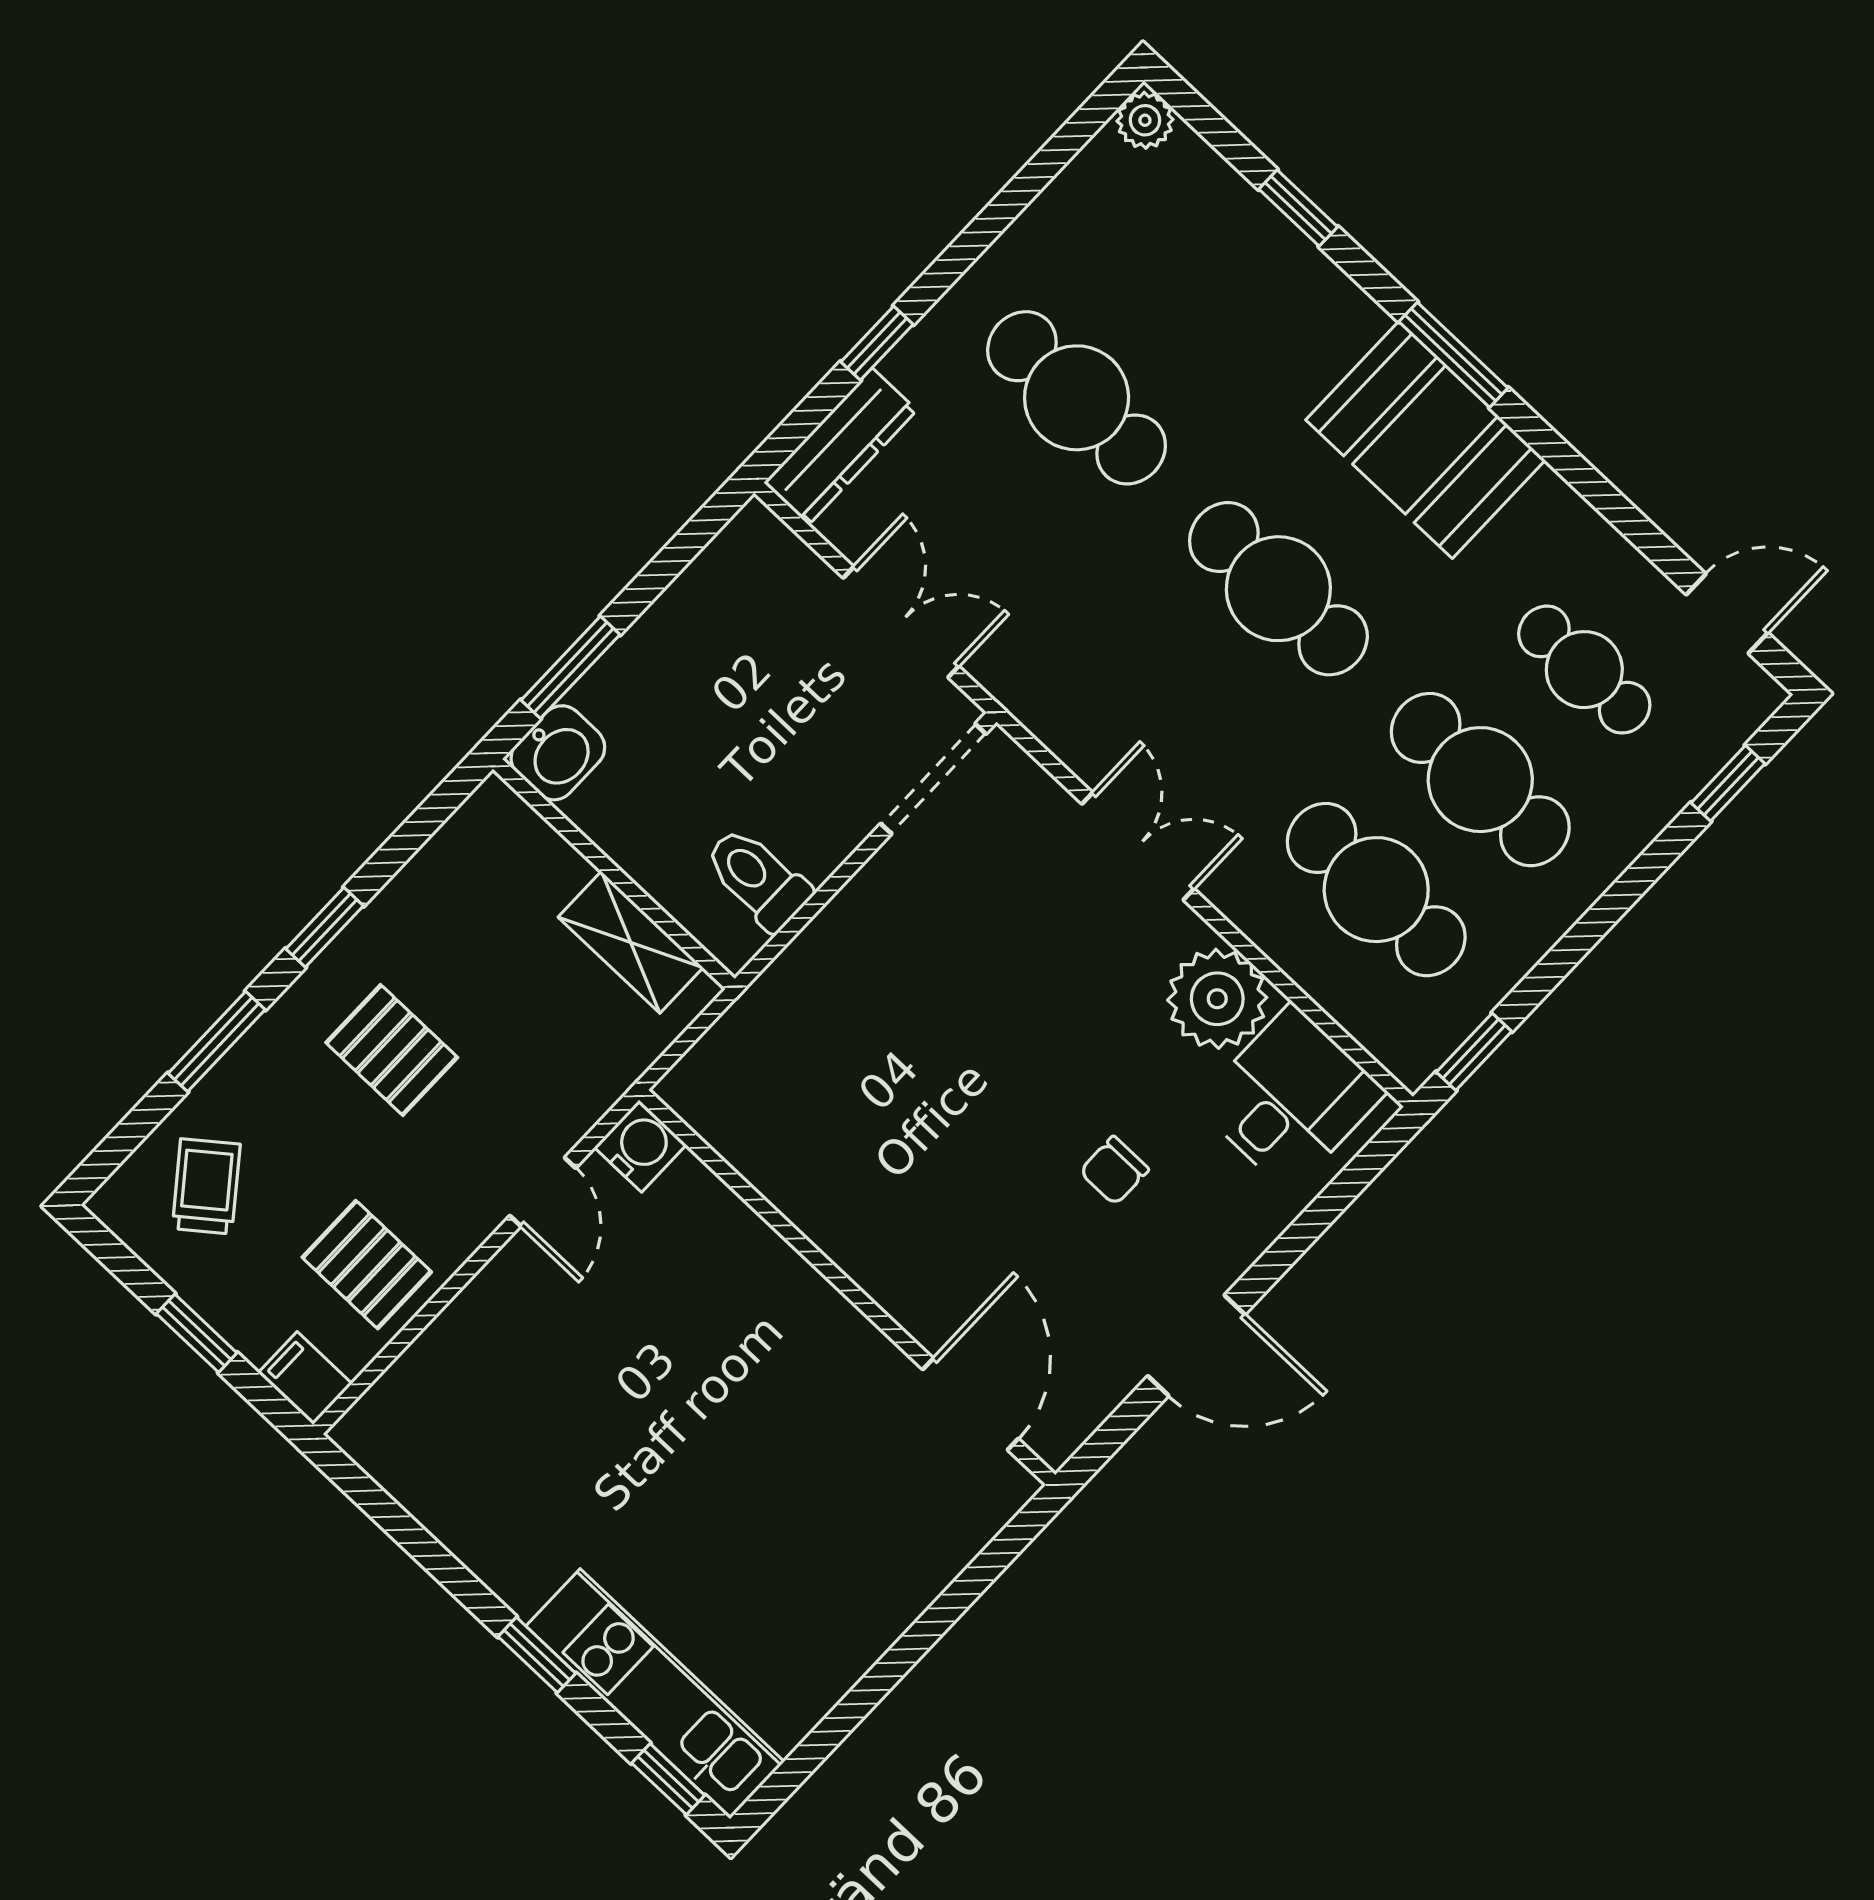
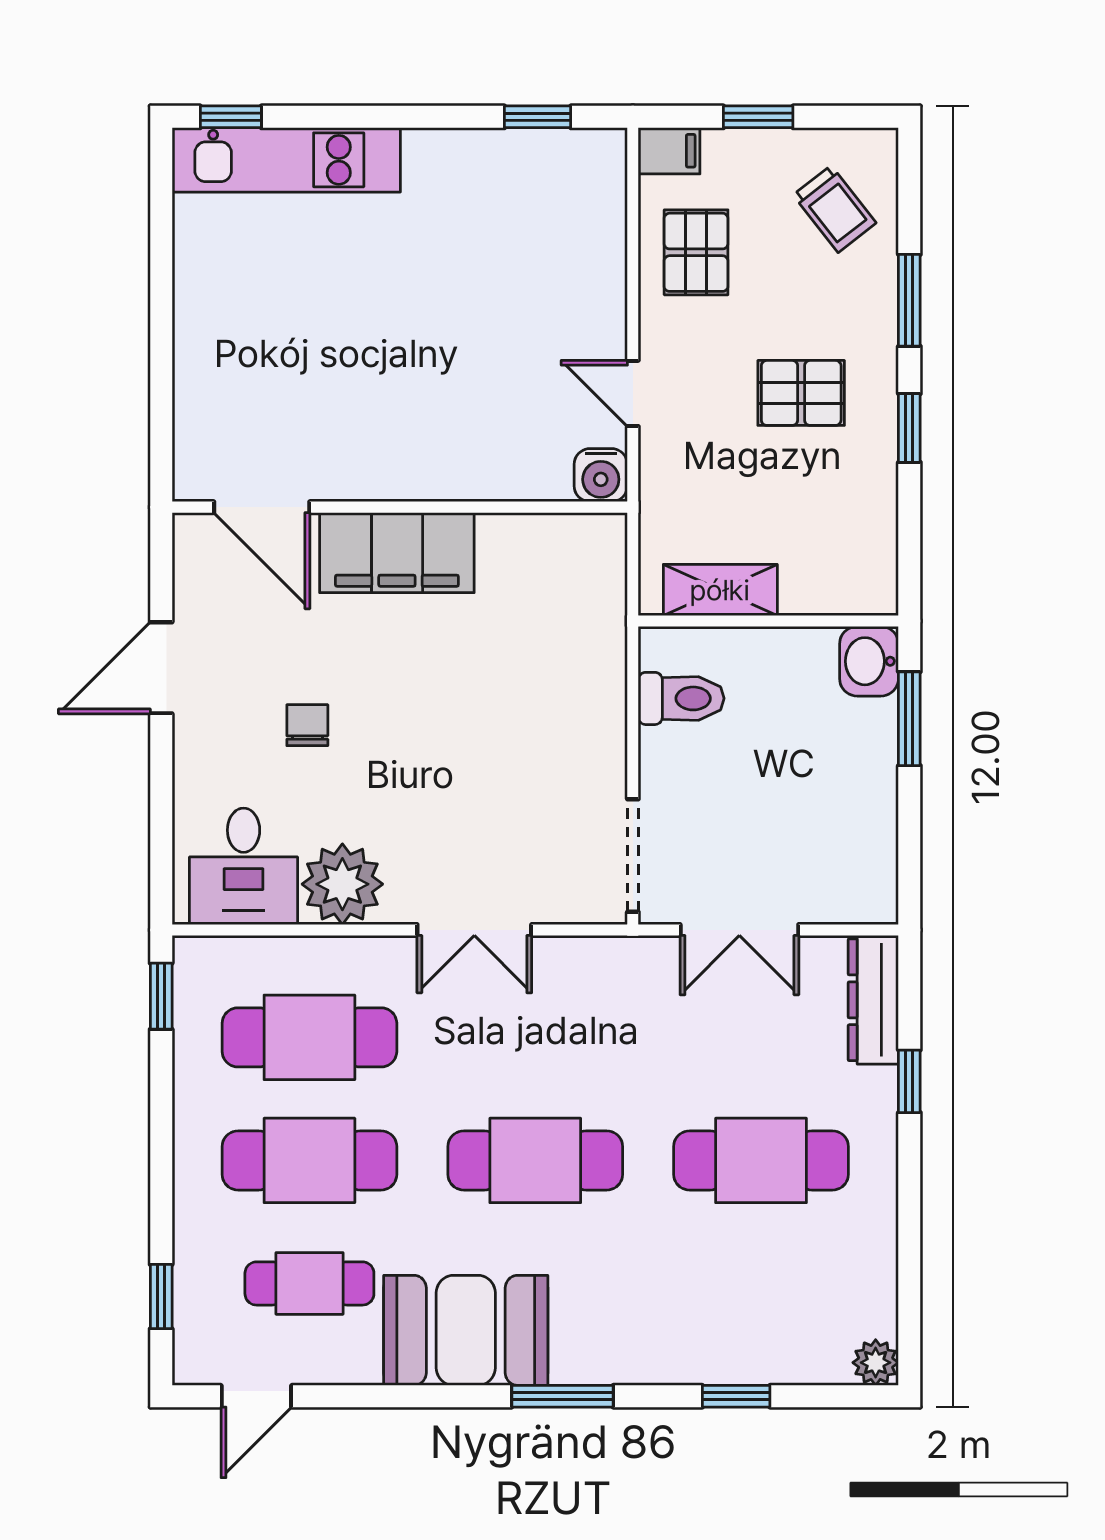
booth: (1425, 440) -> (466, 1330), moved
filing cabinet: (888, 1249) -> (397, 553), added
pallet: (367, 1265) -> (696, 252), turned 90
window: (537, 1655) -> (538, 117), moved

